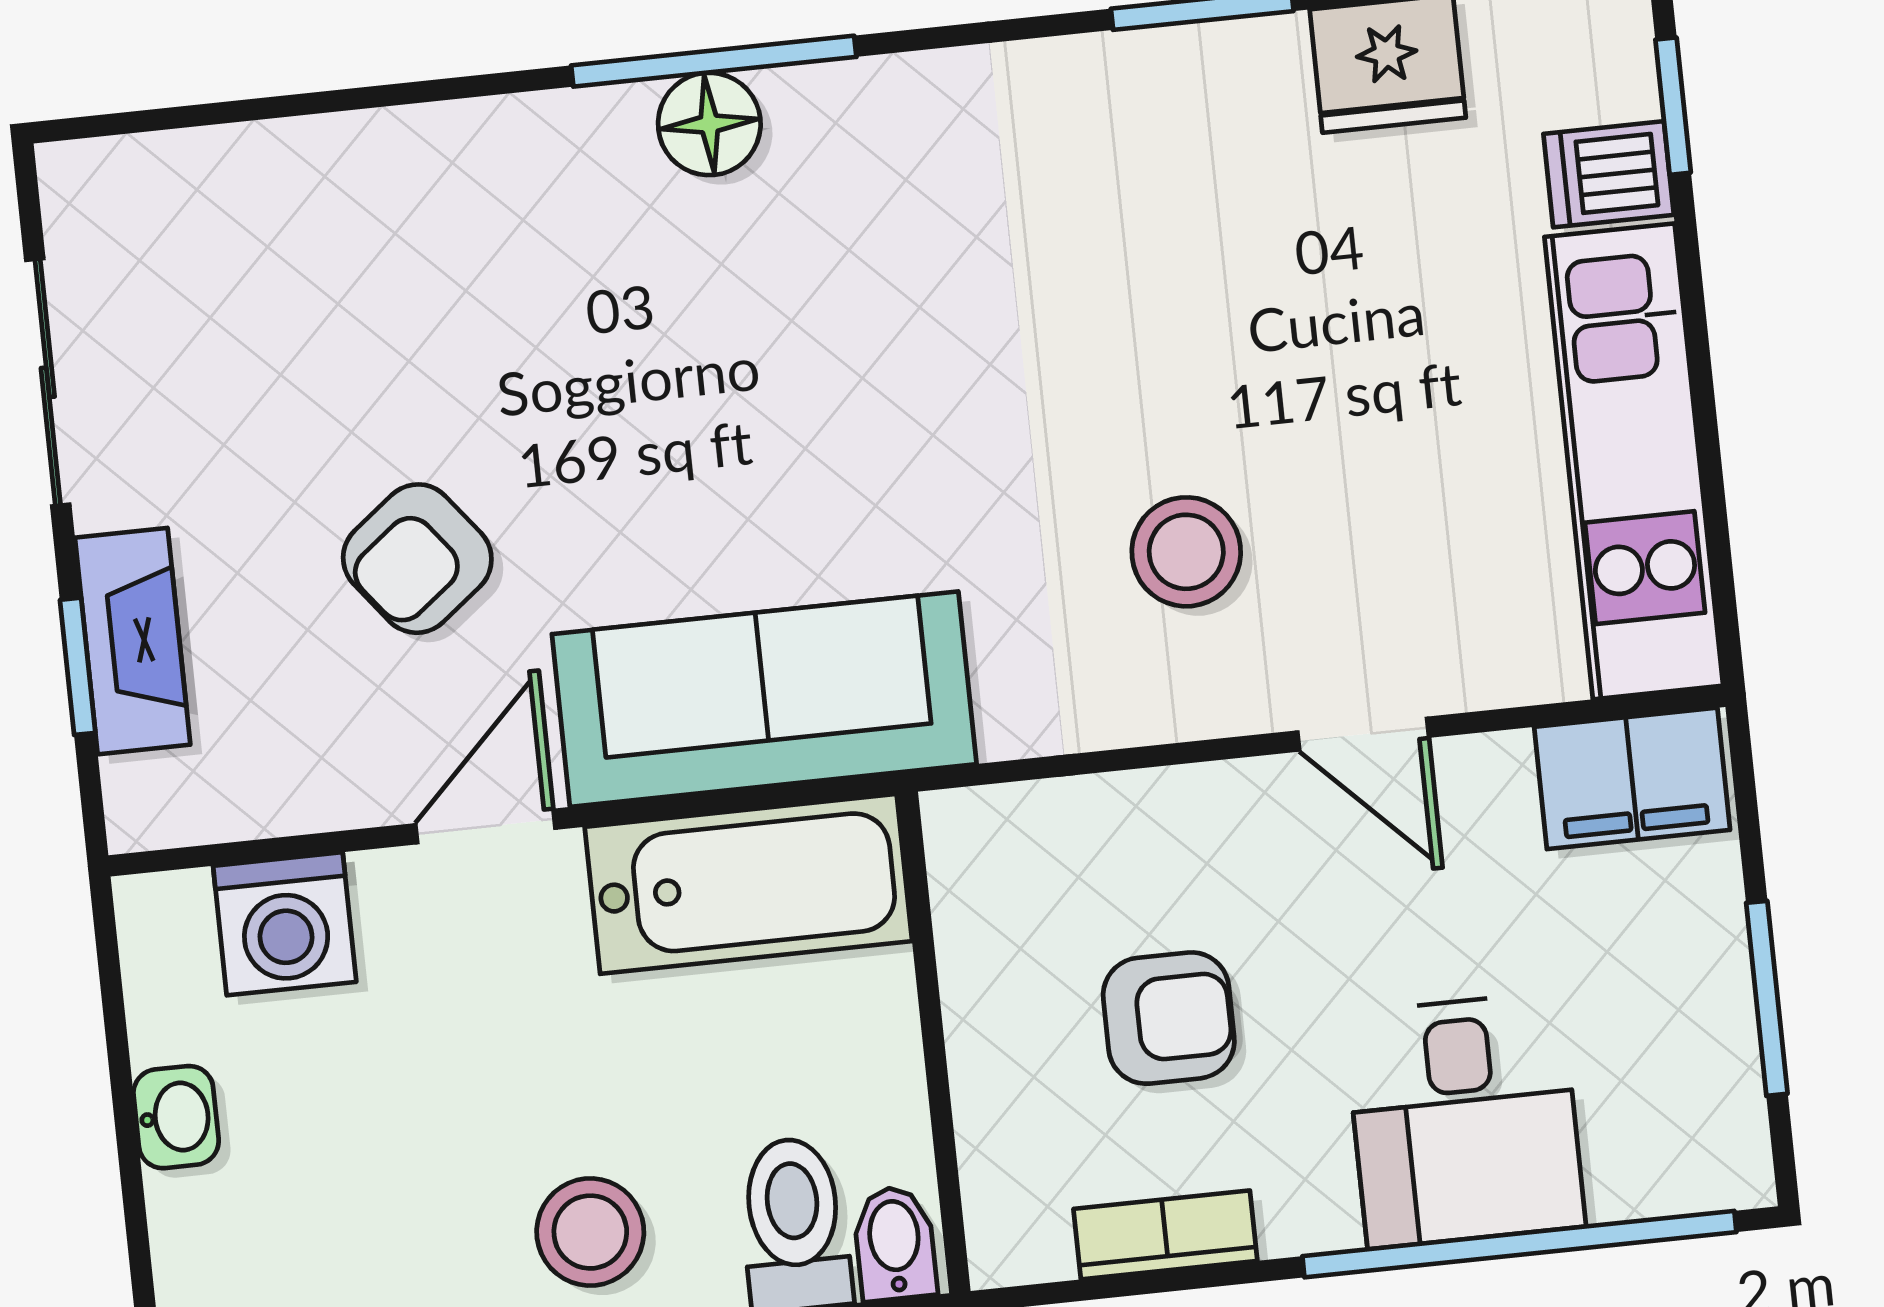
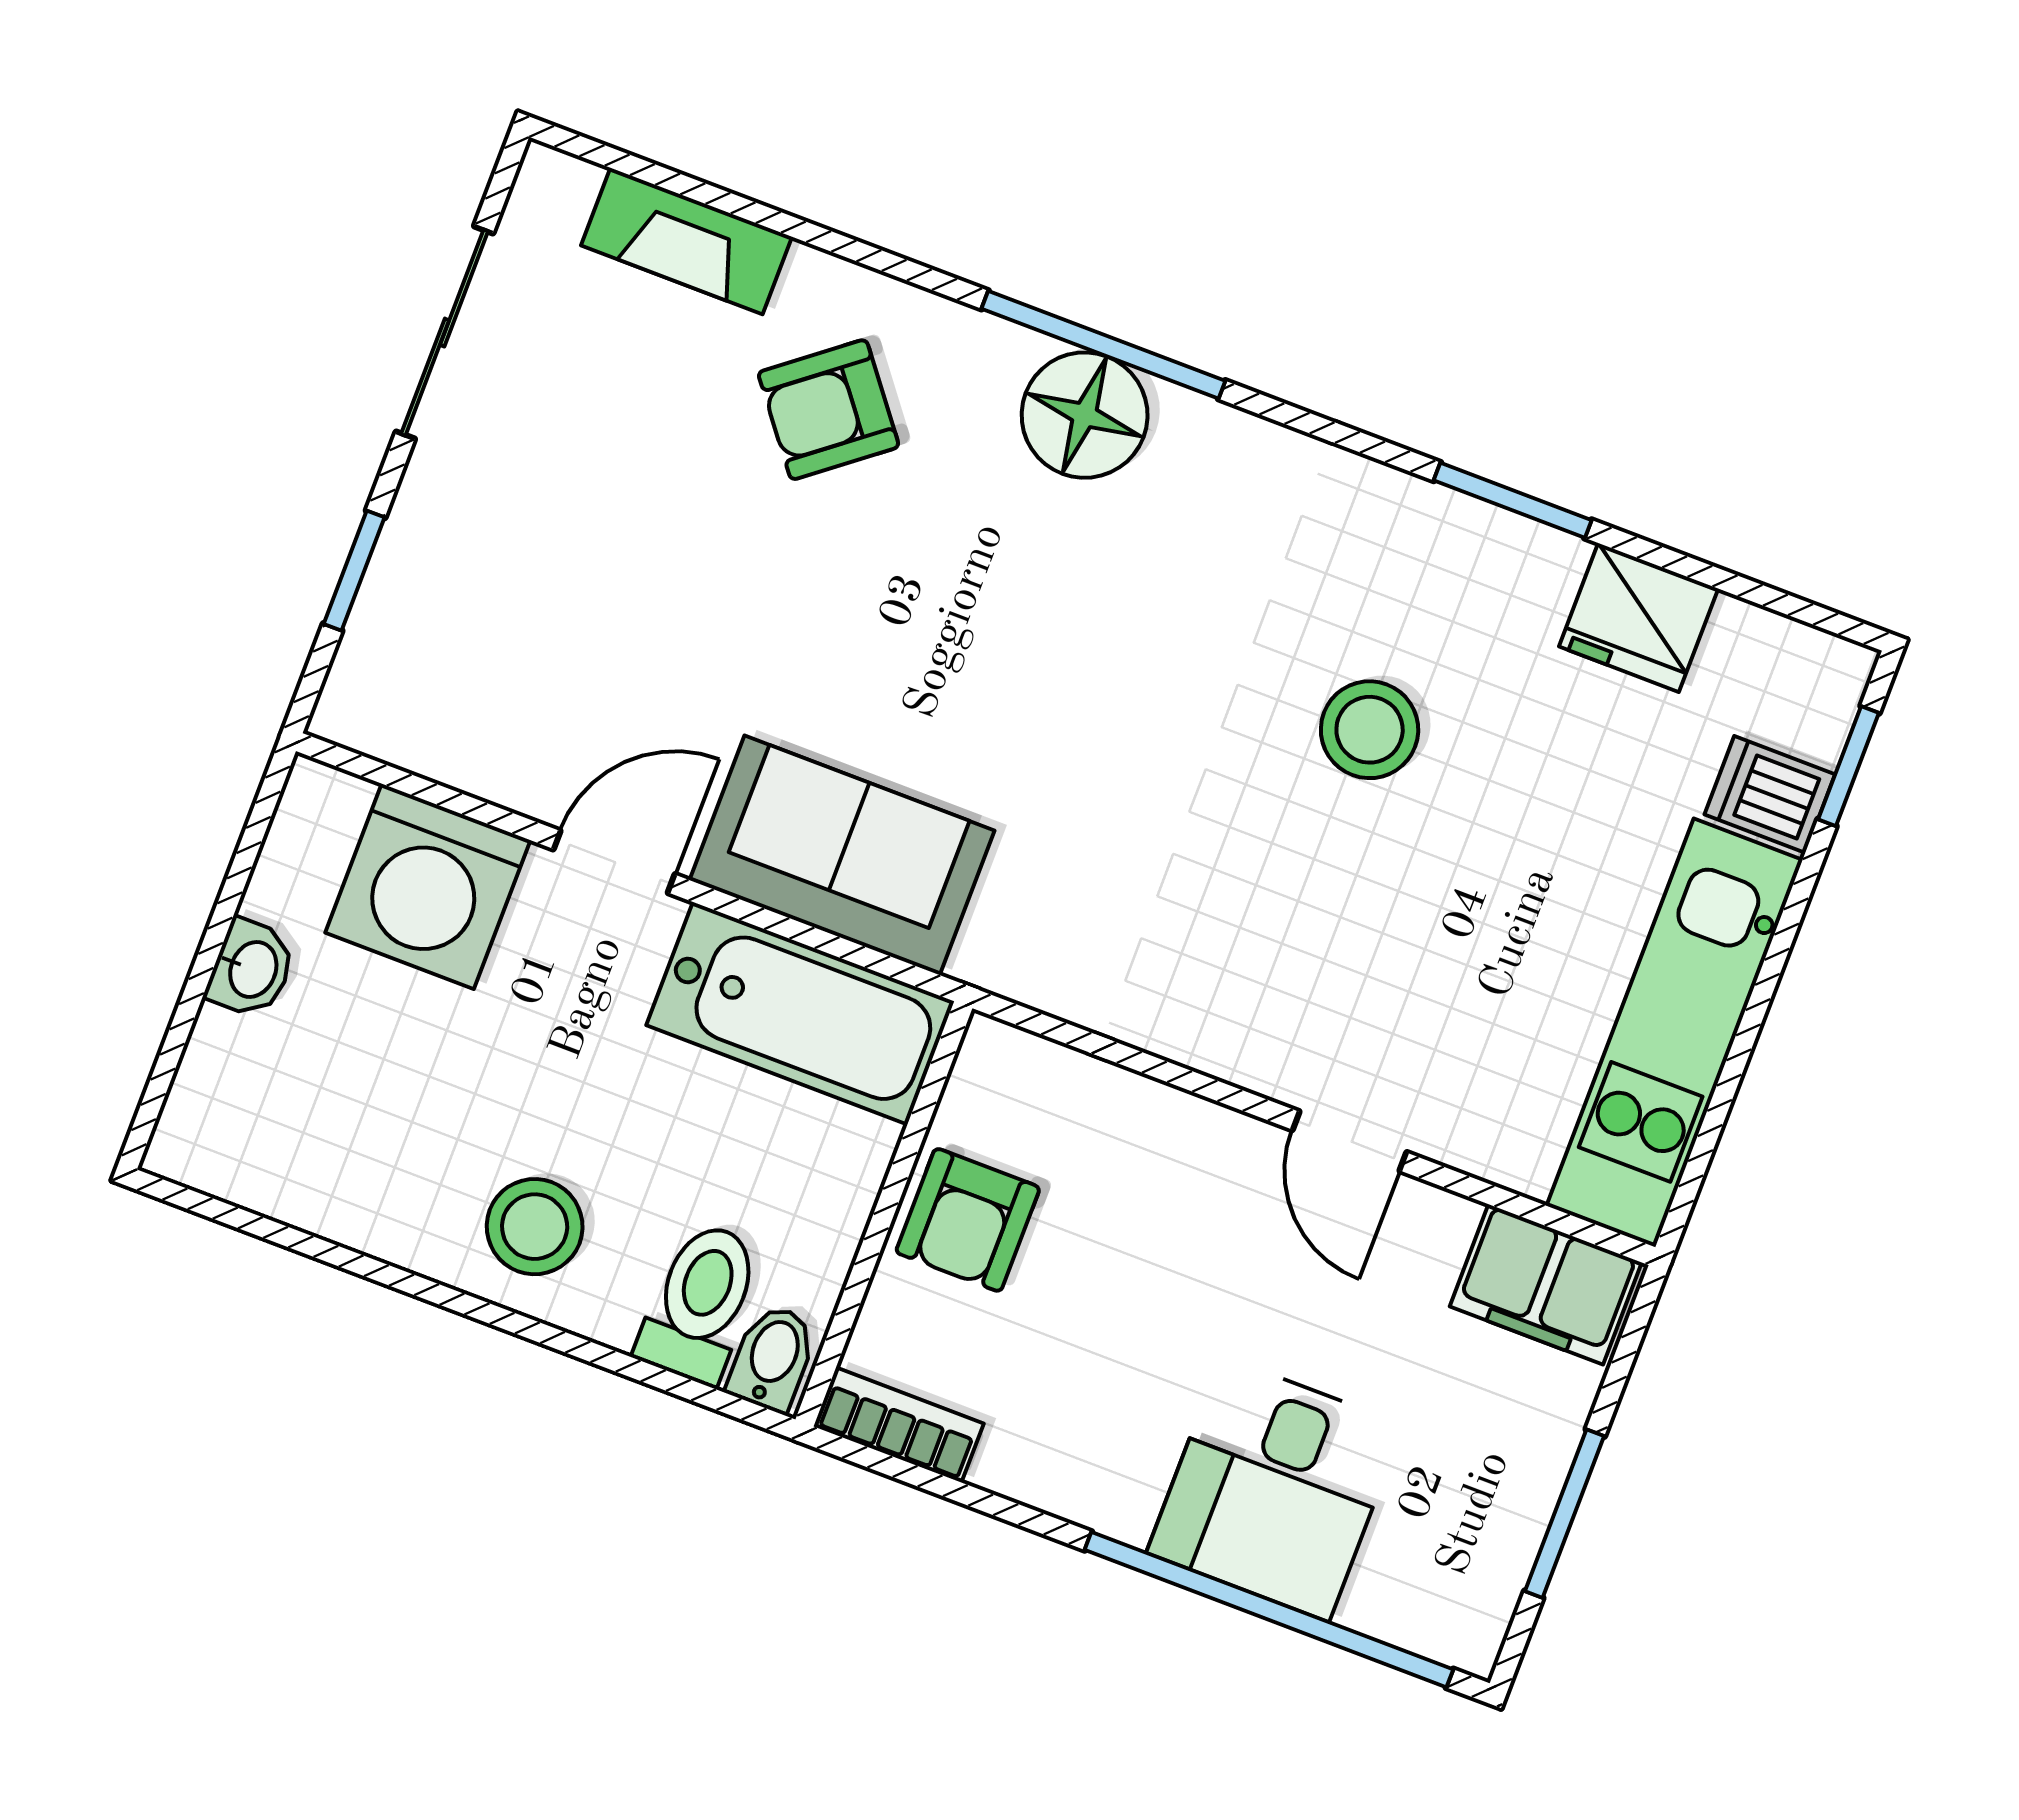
floor lamp: (709, 124) -> (1085, 415), width x1.38, depth x1.38
stool: (1186, 552) -> (1370, 730), moved
armchair: (417, 559) -> (829, 410), moved
fireplace: (133, 641) -> (687, 241), moved, turned 90
sofa: (764, 699) -> (842, 855), width x0.73
washing machine: (285, 924) -> (428, 886), width x1.37, depth x1.37
armchair: (1169, 1018) -> (968, 1220), moved, turned 90
bookcase: (1165, 1235) -> (899, 1425), moved

